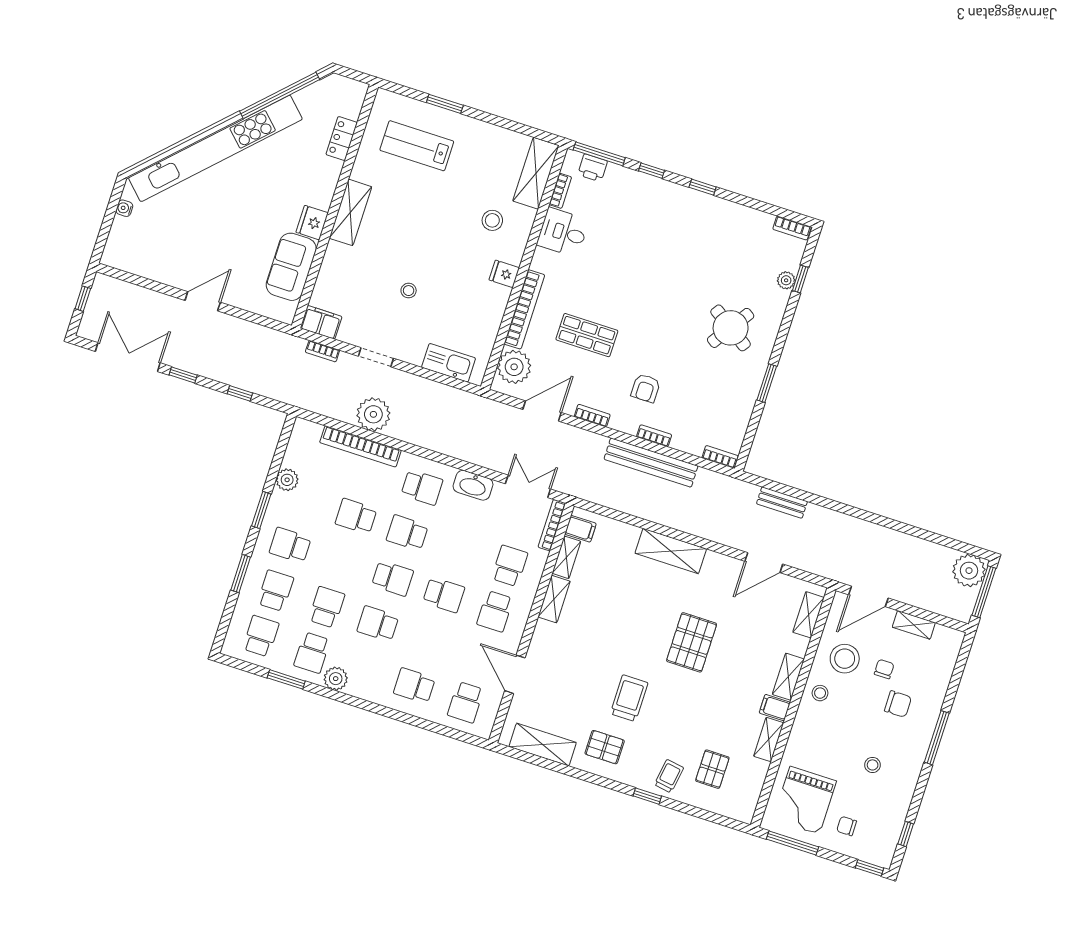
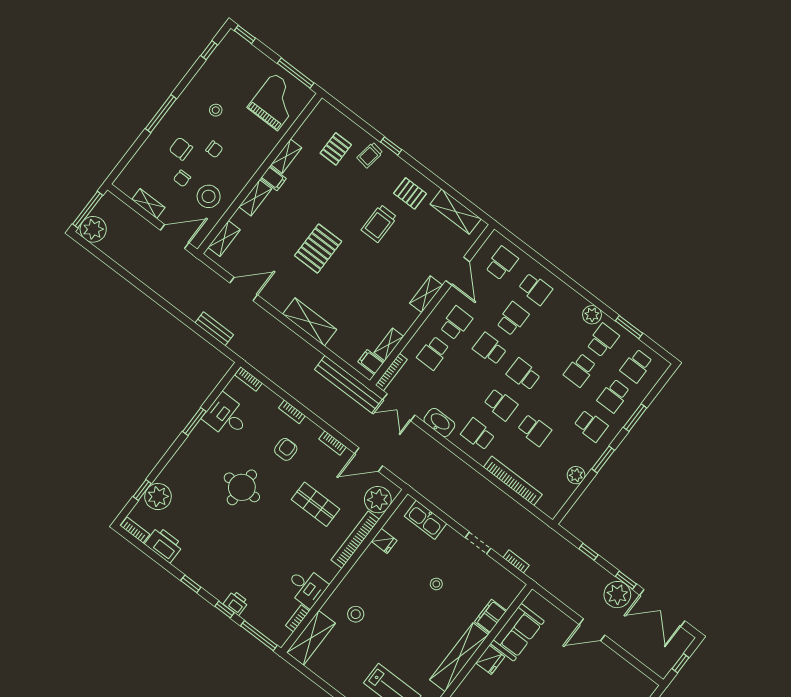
printer: (593, 168) -> (236, 603), moved
shelving: (350, 212) -> (459, 657), width x1.47
printer: (751, 223) -> (164, 545), added
fridge: (504, 274) -> (384, 541), moved
plant: (786, 280) -> (158, 497), width x1.87, depth x1.87
filing cabinet: (321, 322) -> (491, 616), moved, turned 90
round table: (731, 328) -> (242, 487), moved, turned -34
desk: (731, 403) -> (227, 416), added
plant: (373, 414) -> (617, 595), moved
bench: (651, 463) -> (348, 384), moved
shelving: (554, 599) -> (426, 294), moved
school desk: (378, 624) -> (513, 319), moved, turned -90
stool: (820, 693) -> (236, 177), removed
chair: (847, 826) -> (214, 149), moved

